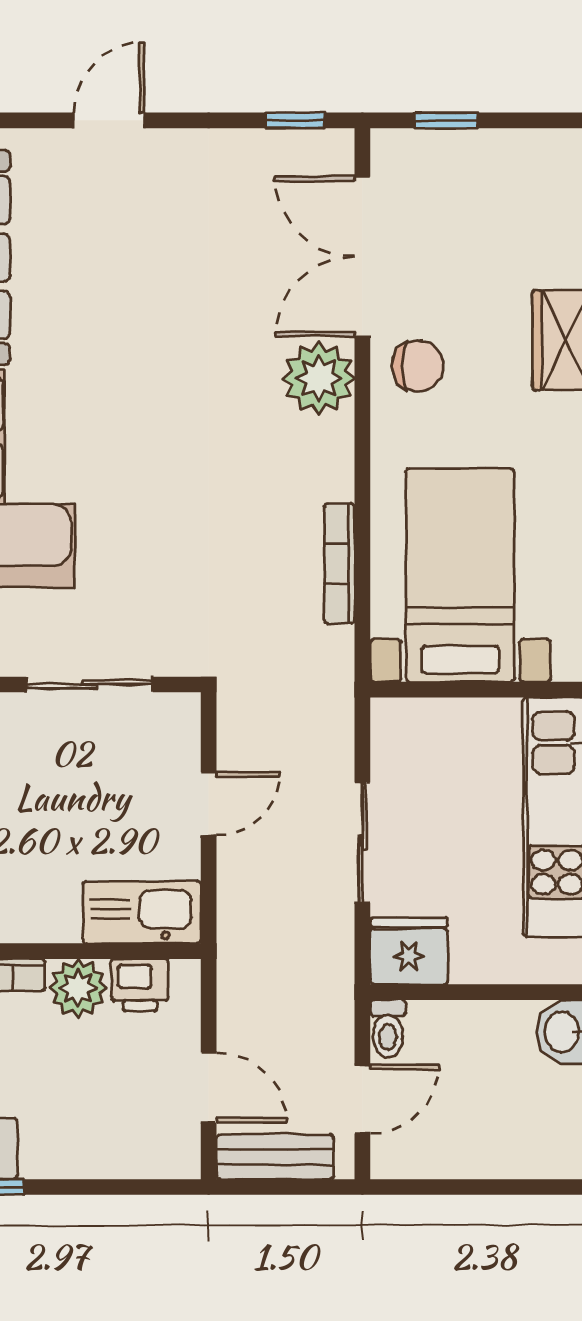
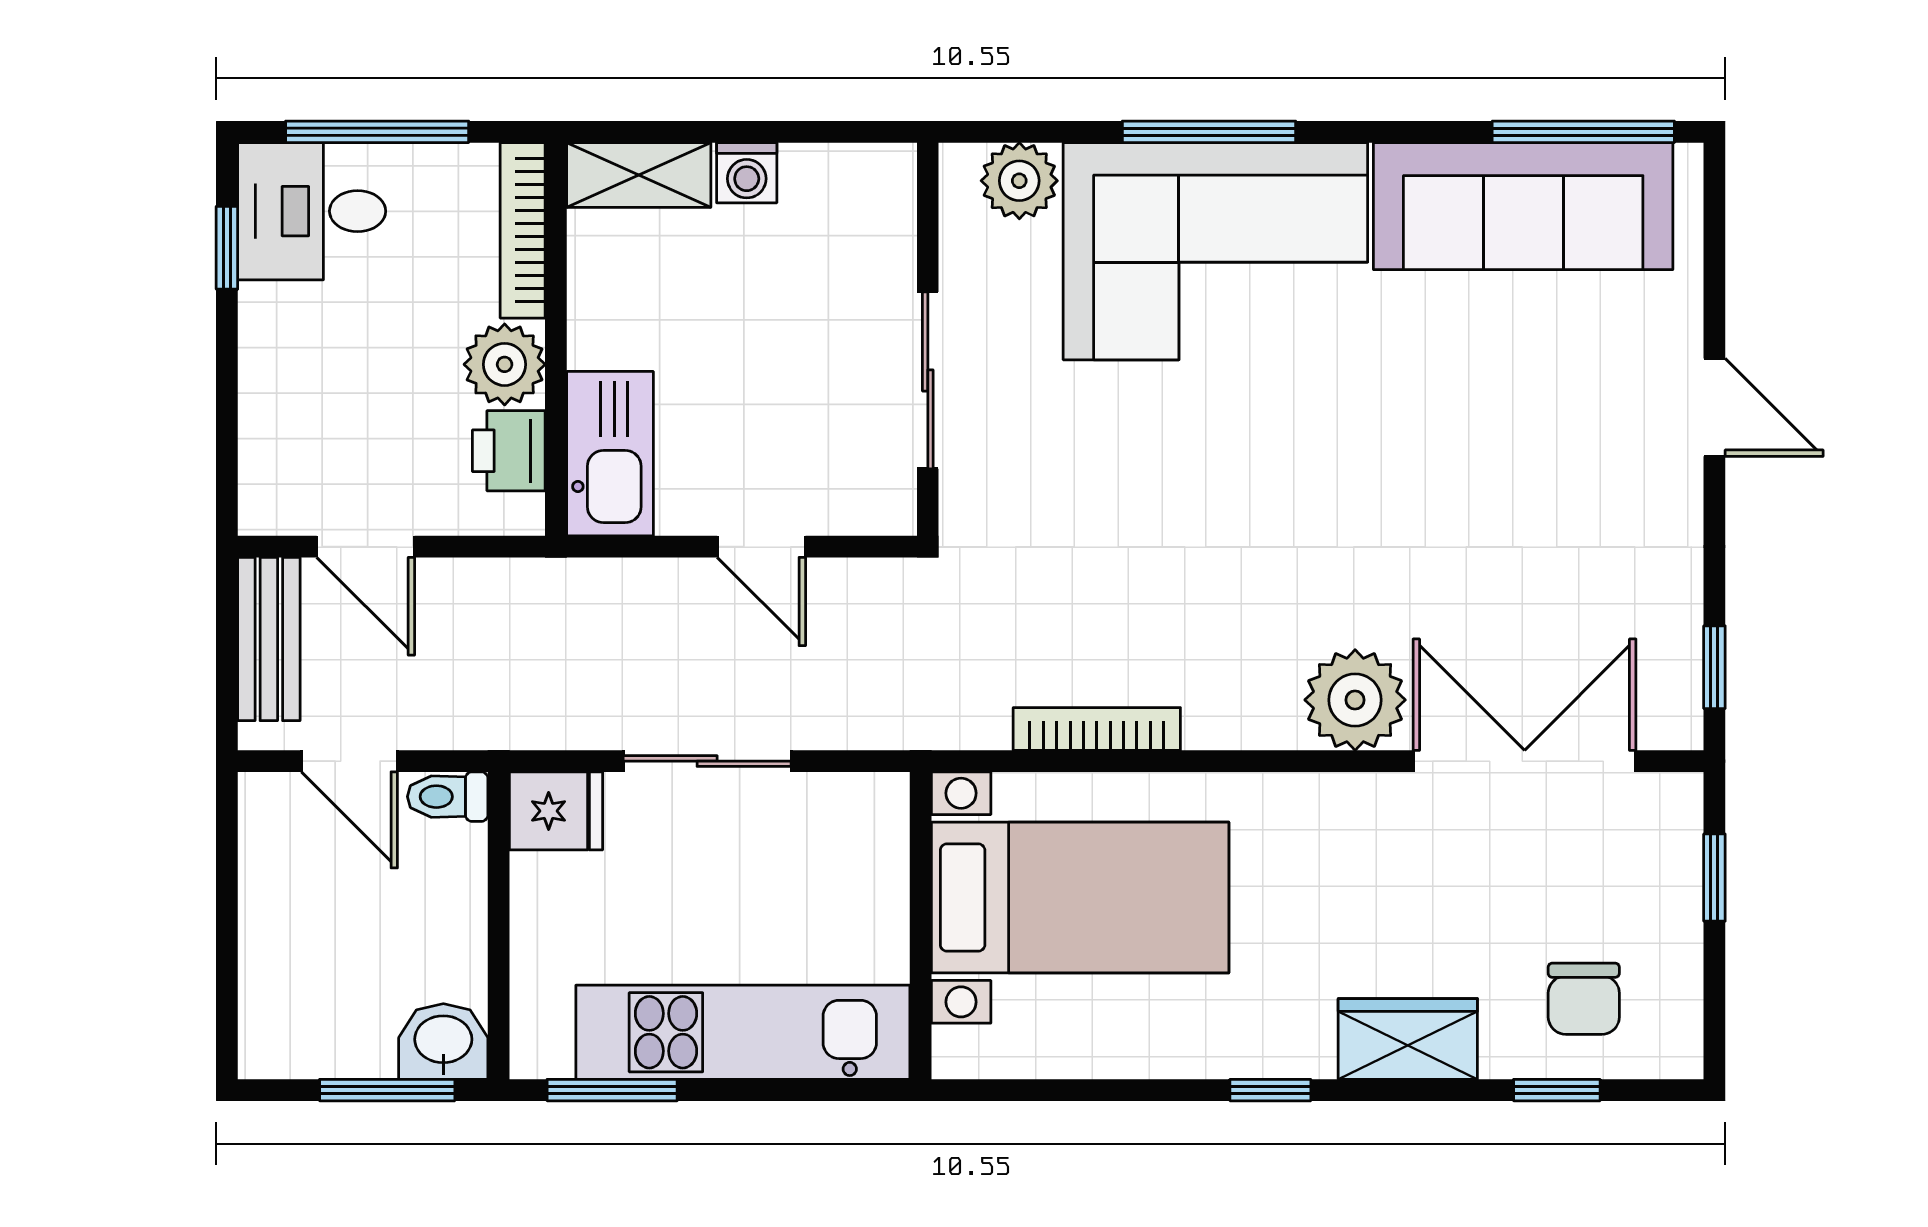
chair: (418, 366) -> (1584, 999), moved
fridge: (409, 951) -> (556, 811), width x0.72
door: (209, 1088) -> (366, 547), hinge flipped

